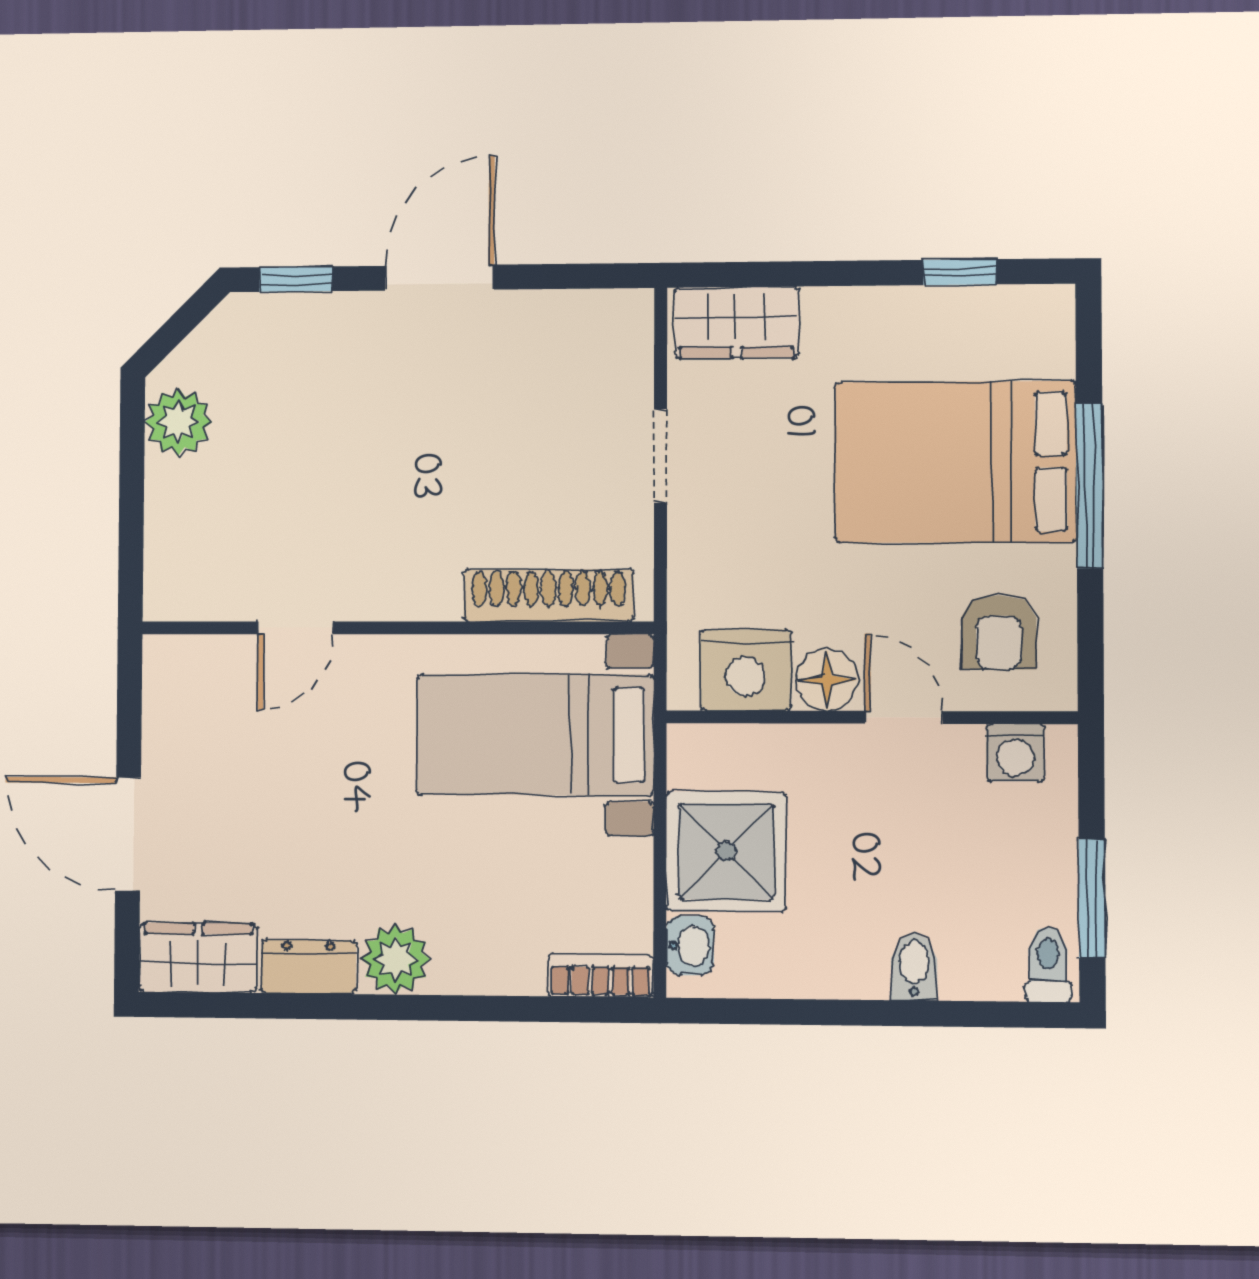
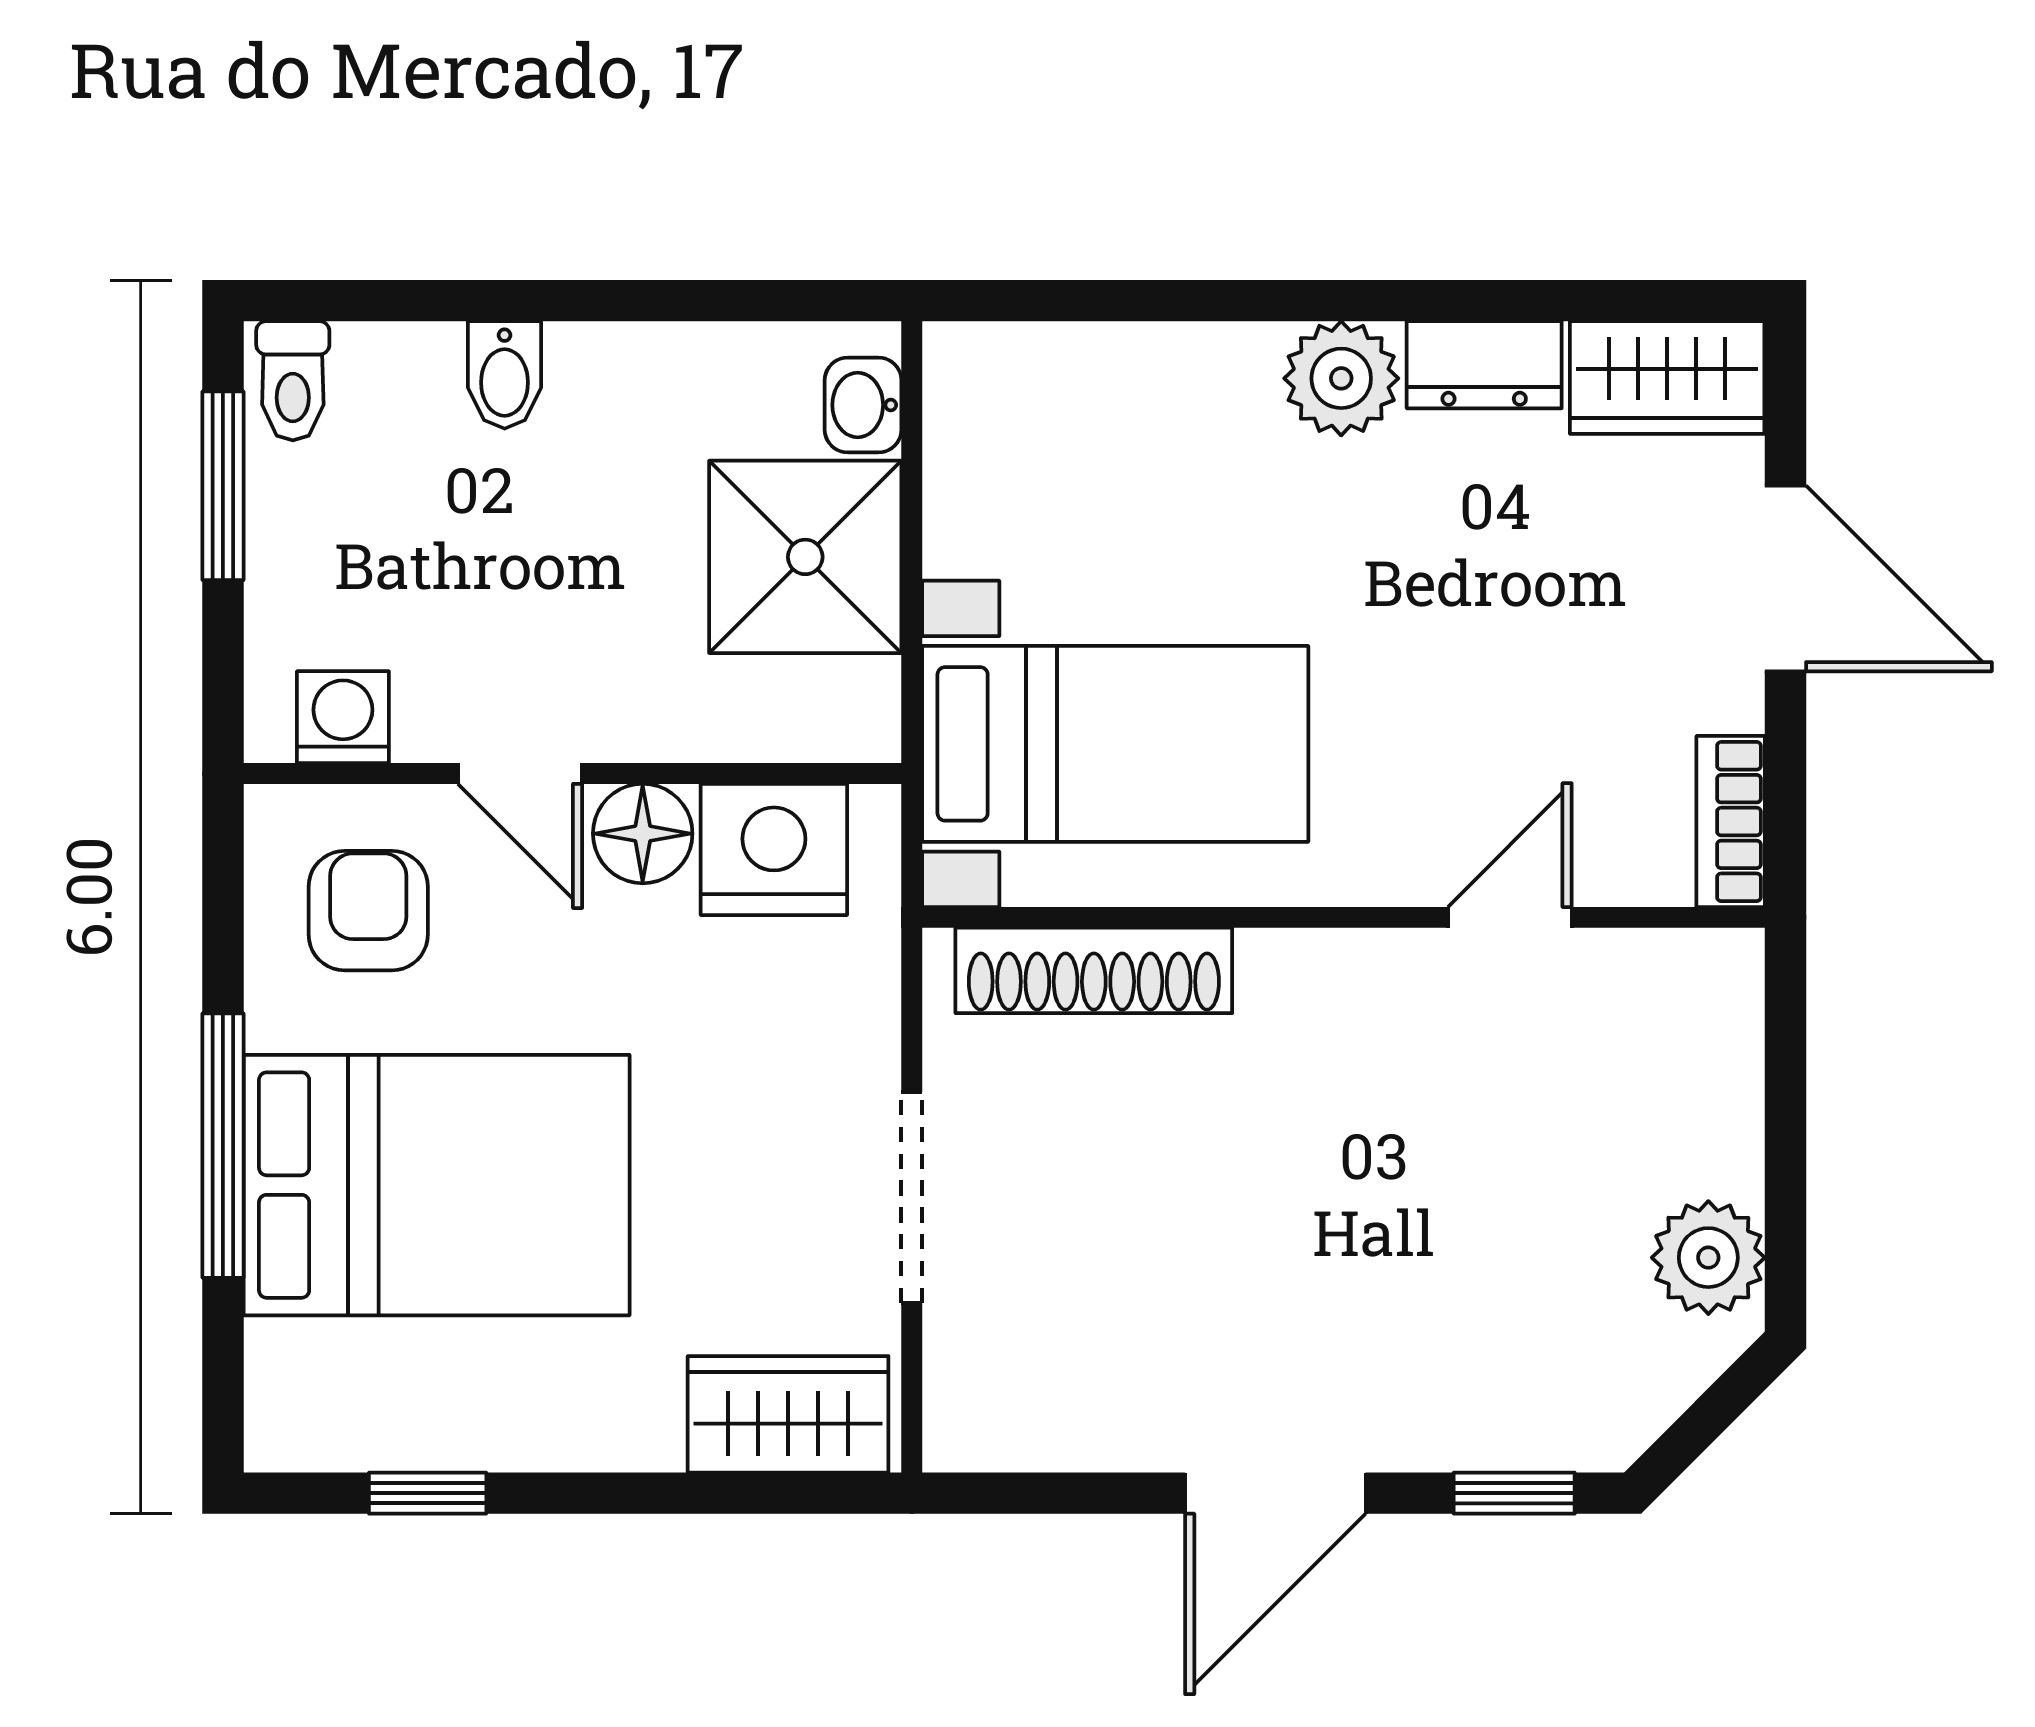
doorway: (660, 456) -> (912, 1197), width x1.38
bookcase: (600, 976) -> (1731, 822), moved, turned 90

